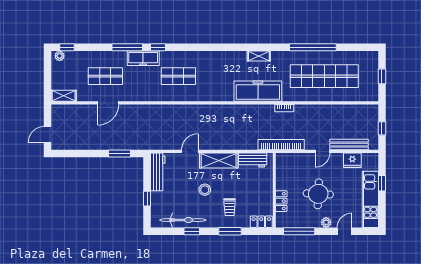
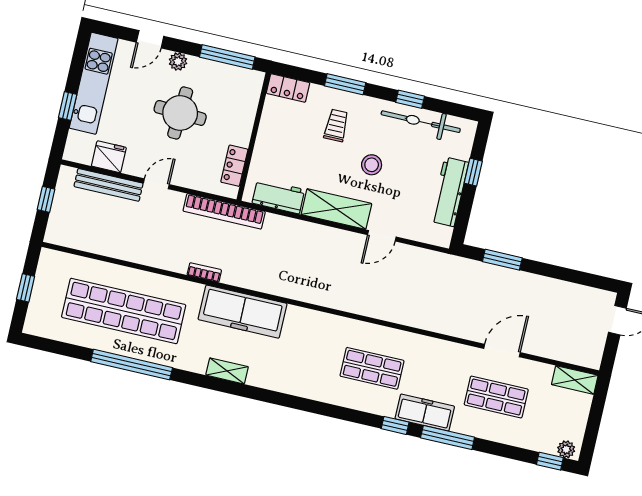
workbench: (158, 172) -> (449, 192), moved
locker: (281, 201) -> (234, 166), moved

